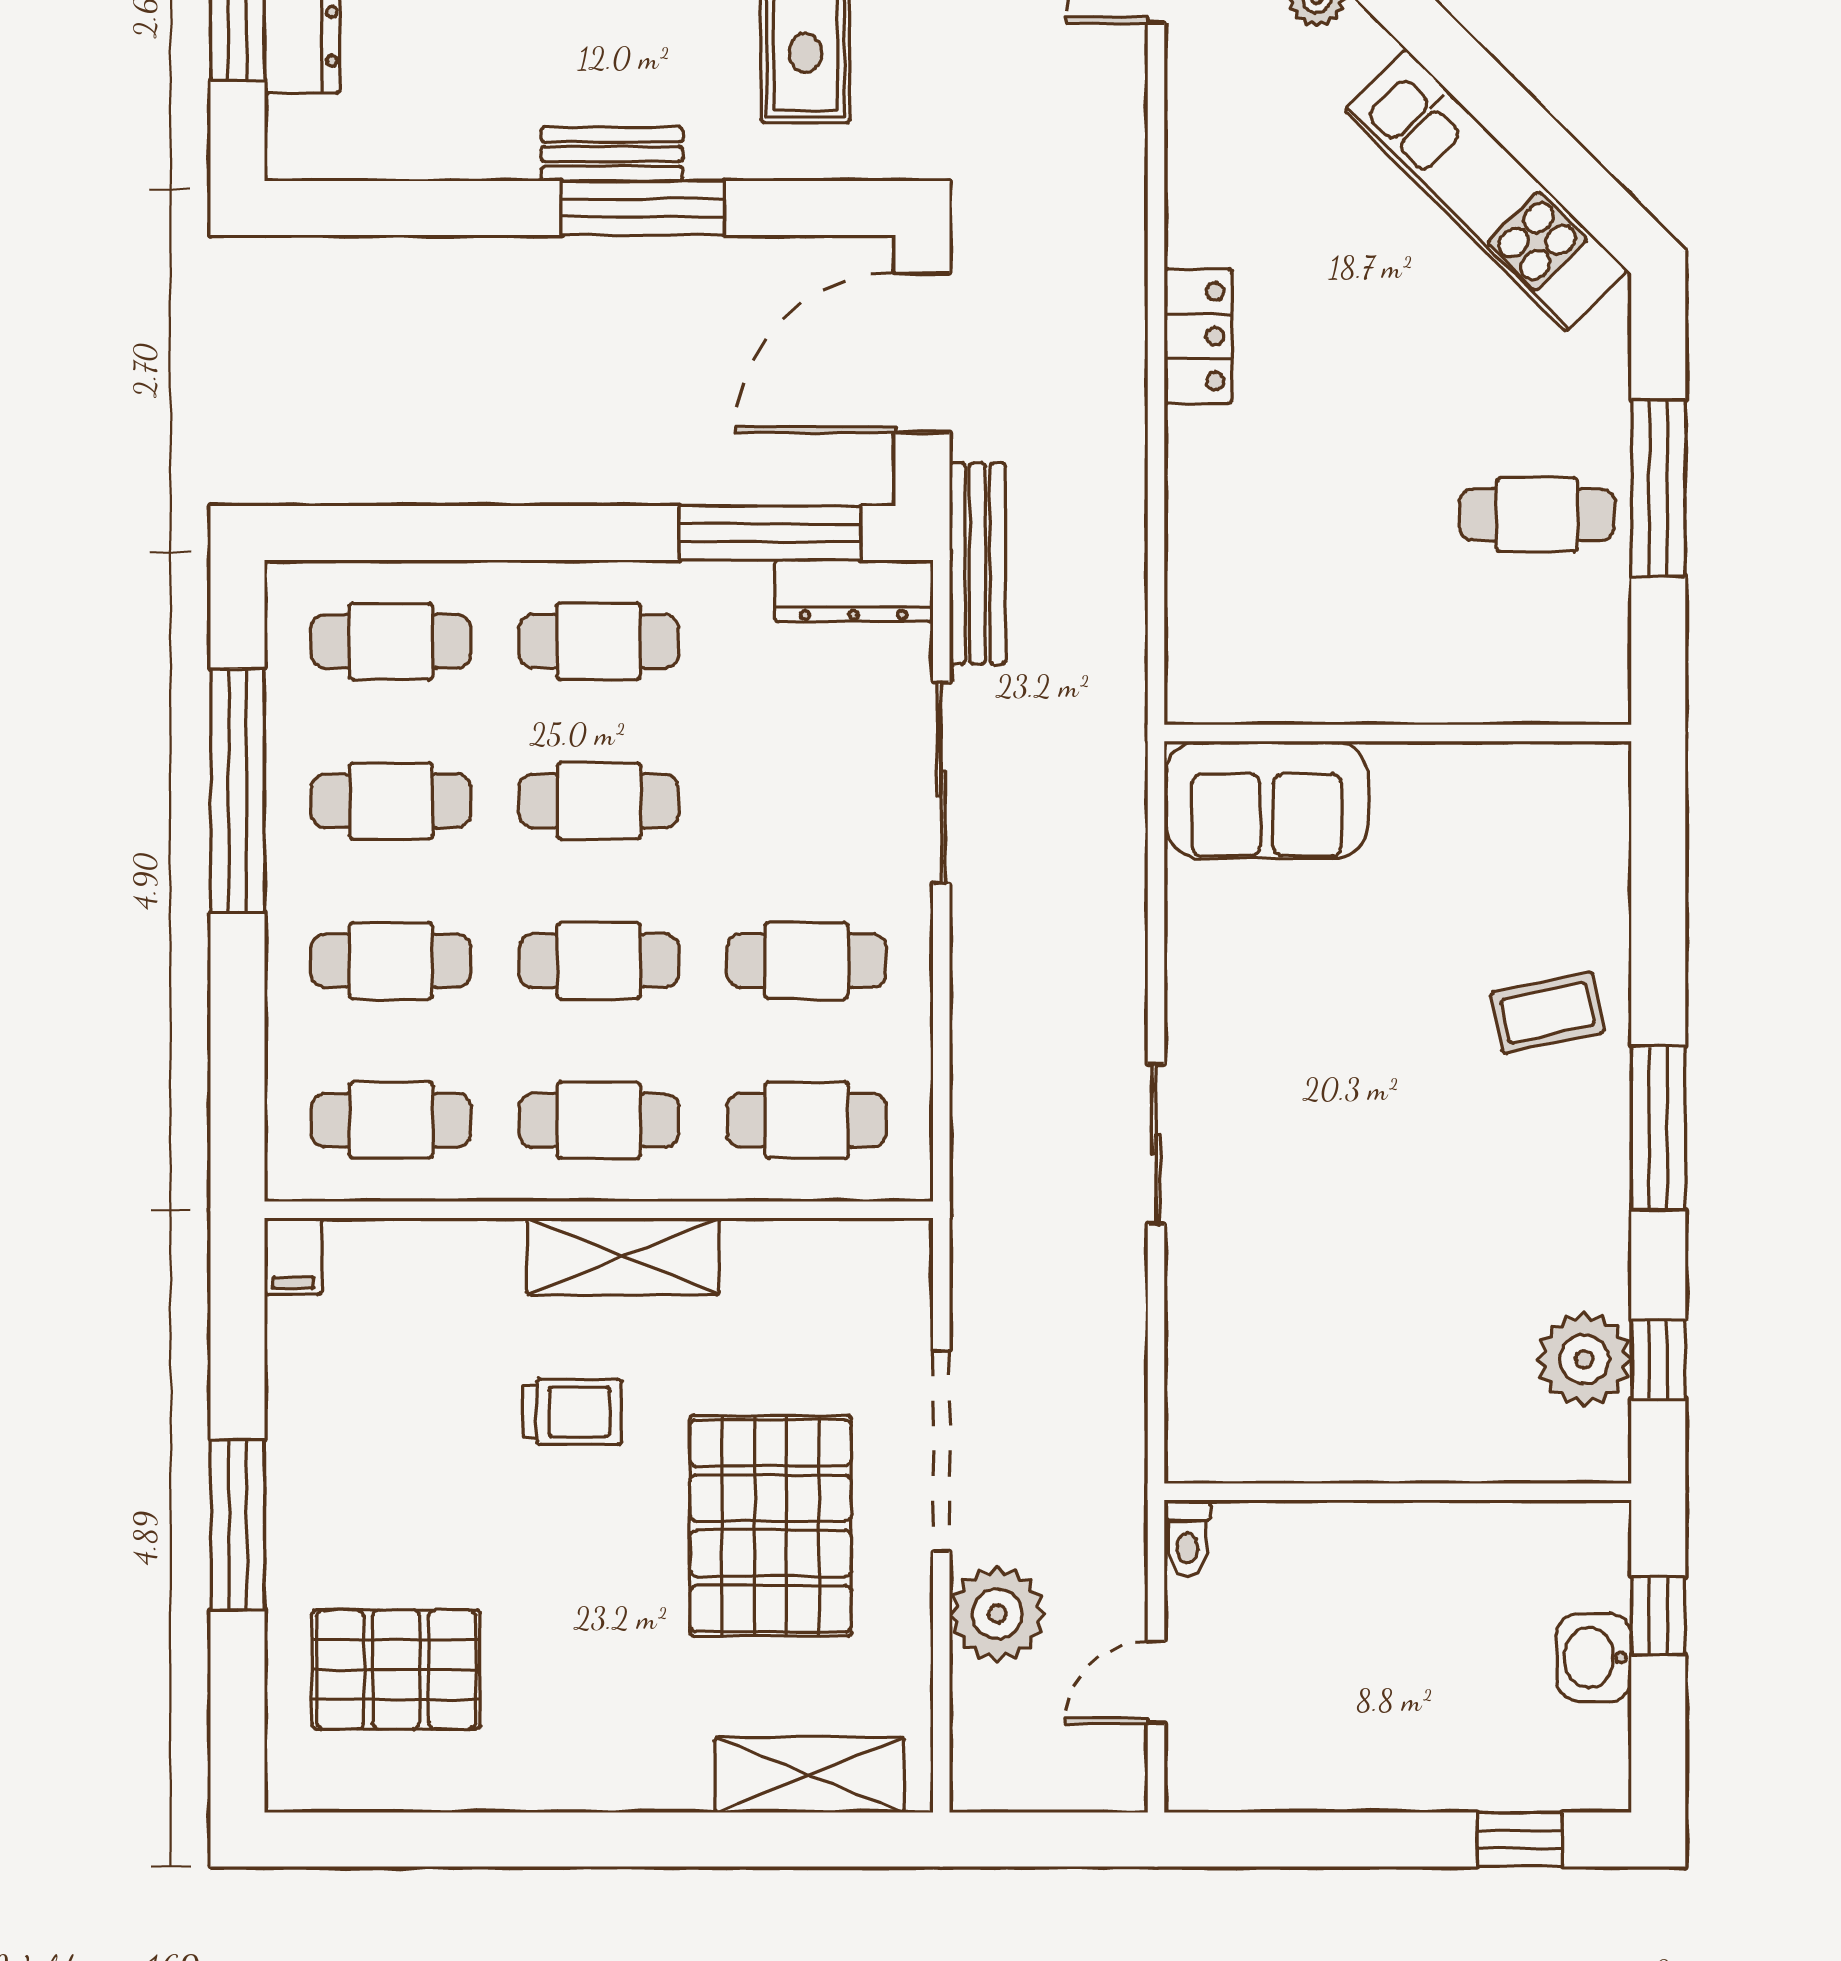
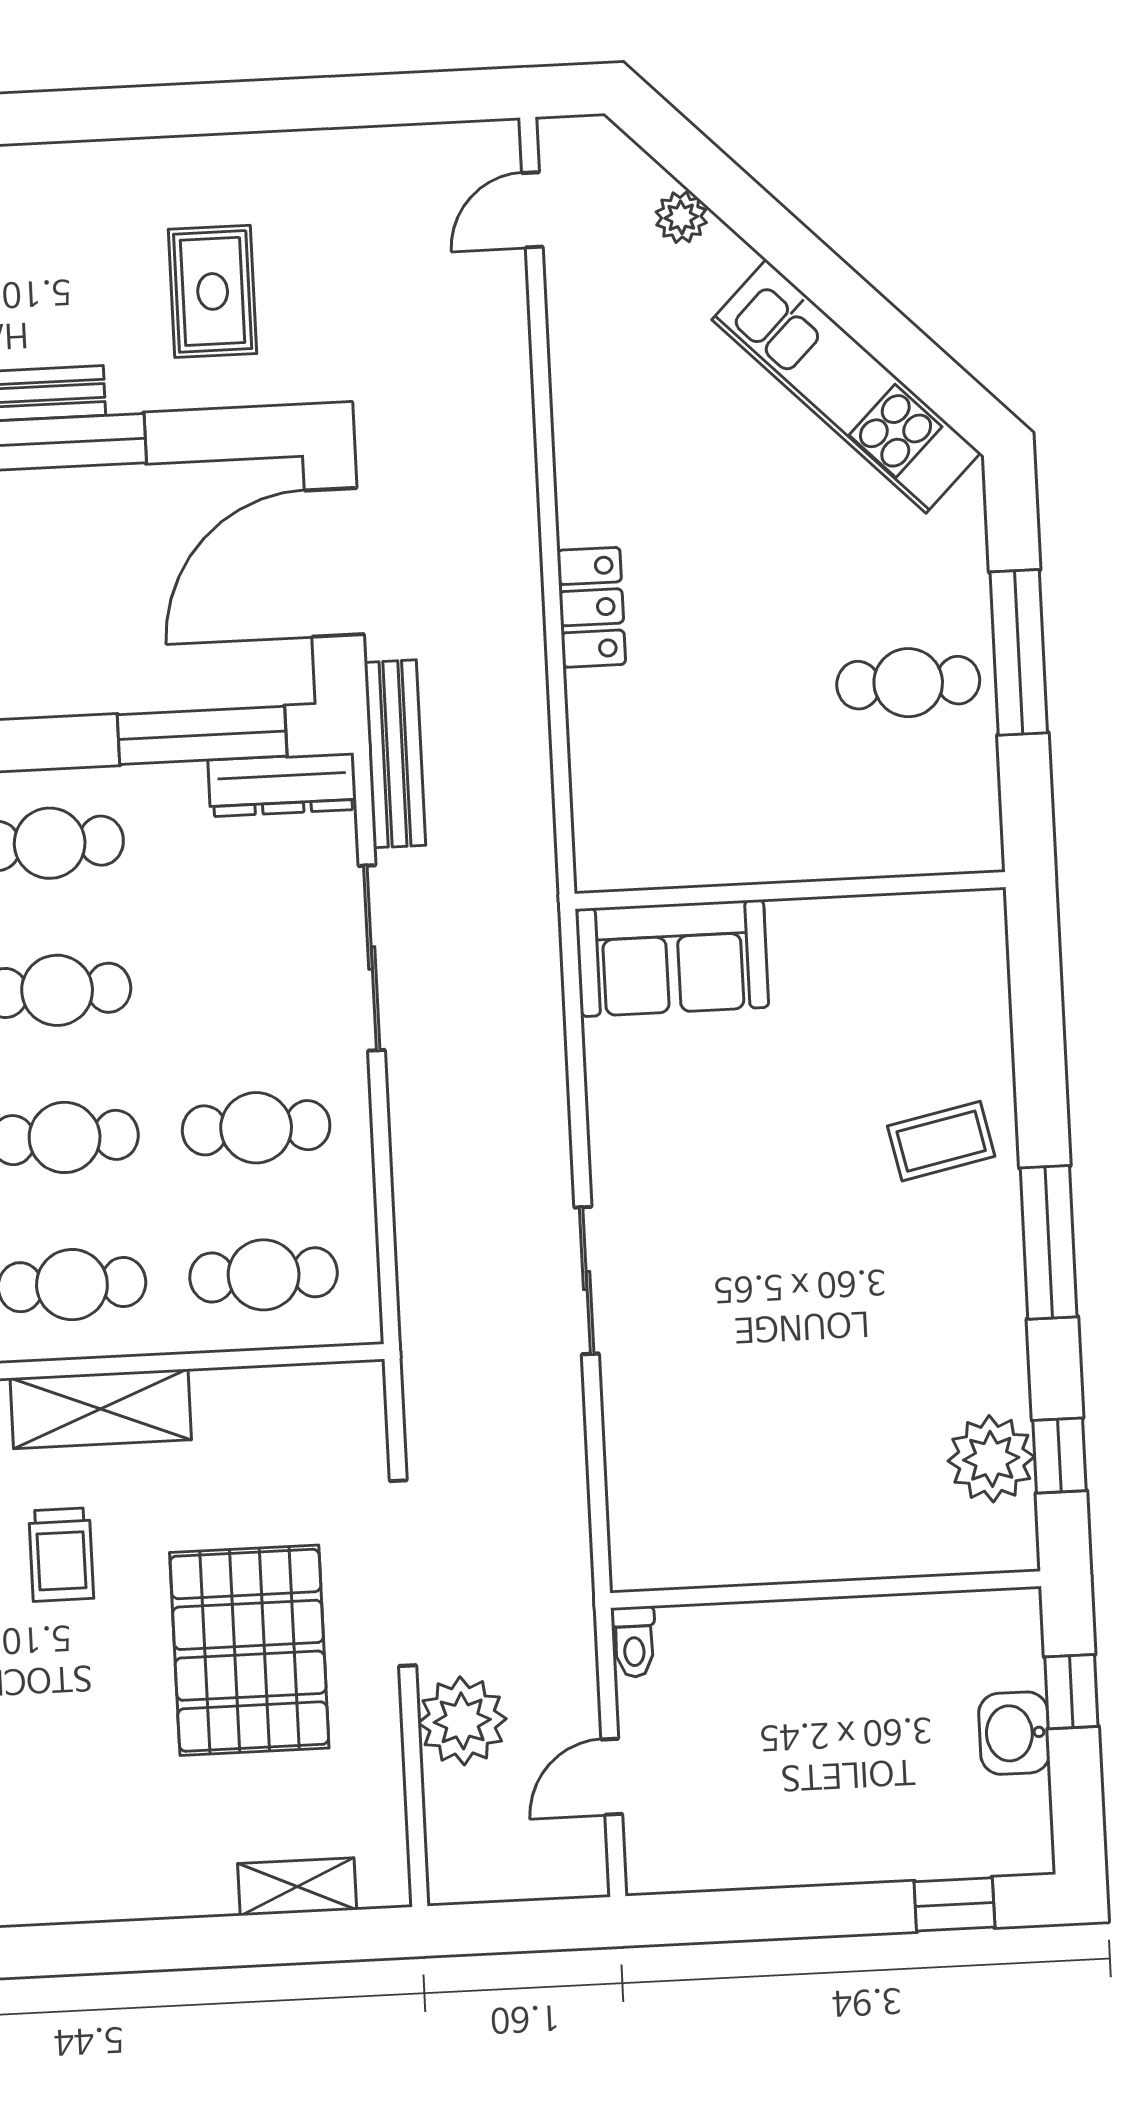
locker: (1198, 336) -> (591, 607), moved
trolley: (572, 1412) -> (61, 1555), turned 90
shelving: (810, 1775) -> (297, 1887), width x0.67, depth x0.75

